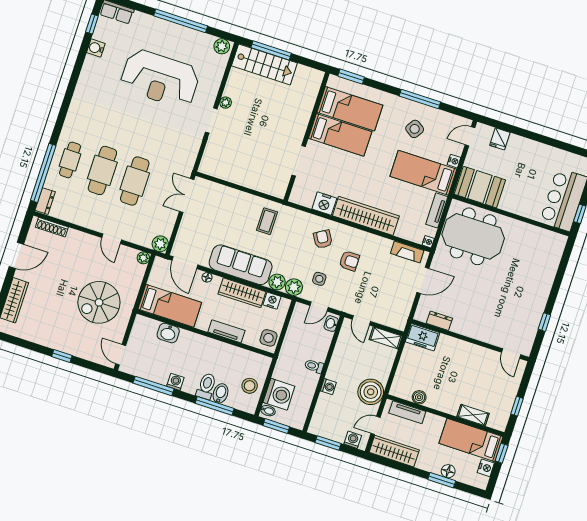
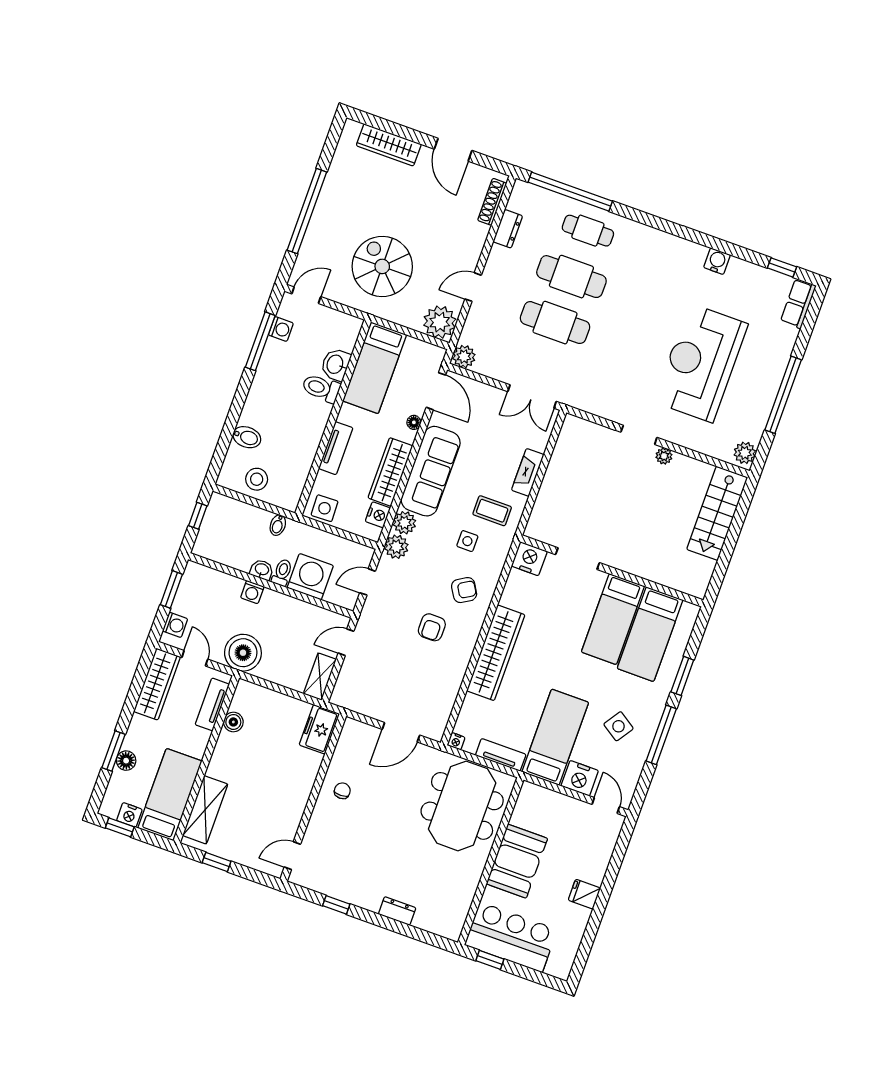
water cooler: (96, 48) -> (717, 261), moved
window: (271, 50) -> (737, 523), removed
window: (351, 77) -> (682, 676), moved
fridge: (500, 139) -> (584, 894), moved
nightstand: (454, 161) -> (580, 778), width x1.89, depth x1.79
booth: (480, 187) -> (517, 861), moved
double door: (187, 196) -> (532, 397), swing flipped
dresser: (45, 201) -> (508, 229), moved, turned -90
nightstand: (324, 204) -> (529, 559), moved, turned 90
fireplace: (407, 252) -> (528, 472), moved
plant: (143, 258) -> (440, 322), width x1.88, depth x1.88
door: (185, 263) -> (436, 391), swing flipped
side table: (319, 279) -> (467, 541), moved
door: (423, 280) -> (401, 732), hinge flipped
door: (319, 306) -> (368, 582), hinge flipped
chair: (465, 320) -> (342, 791), added
dresser: (439, 321) -> (397, 911), moved, turned -90
washbasin: (331, 324) -> (262, 570), moved
window: (62, 356) -> (307, 211), width x3.17
washing machine: (175, 382) -> (281, 329), moved
toilet: (206, 386) -> (321, 388), moved, turned 180
washing machine: (279, 394) -> (310, 577), moved, turned 180
window: (215, 406) -> (229, 428), removed
bidet: (268, 411) -> (278, 525), moved
shelving: (473, 415) -> (205, 810), width x1.50, depth x1.33
window: (276, 426) -> (198, 516), width x0.67
window: (502, 453) -> (120, 827), moved

